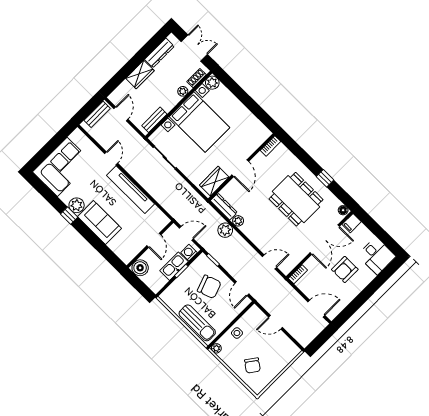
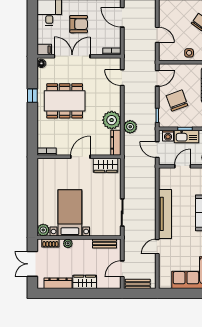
bed with nightstands: (199, 122) -> (70, 213), width x0.73
dining table: (296, 199) -> (65, 101), turned 90
plant: (238, 221) -> (112, 120), width x1.88, depth x1.88

